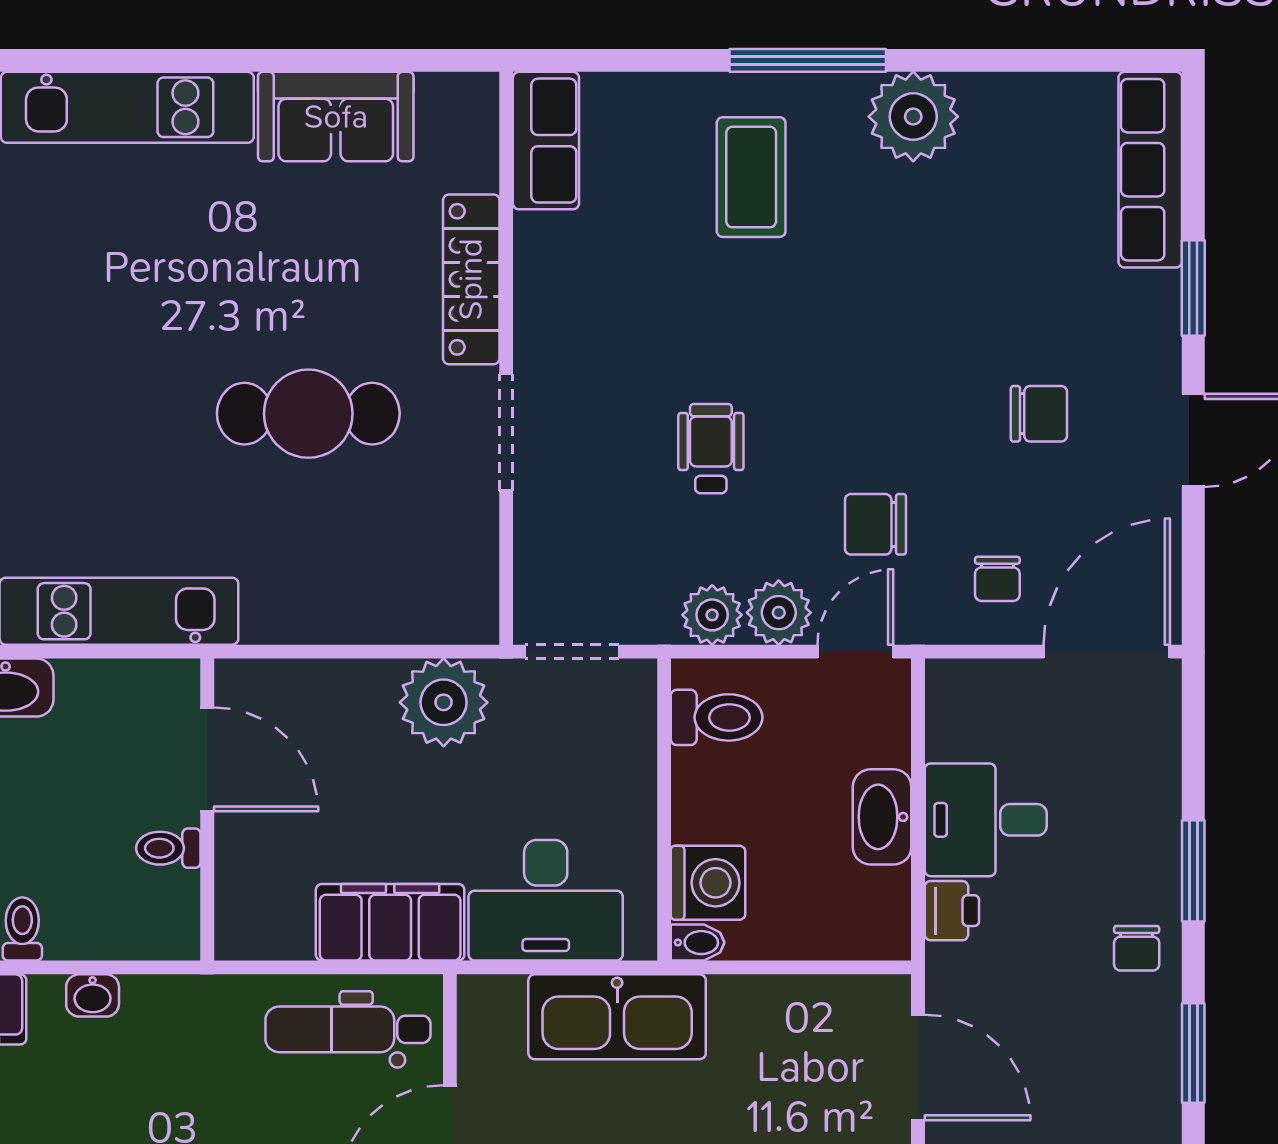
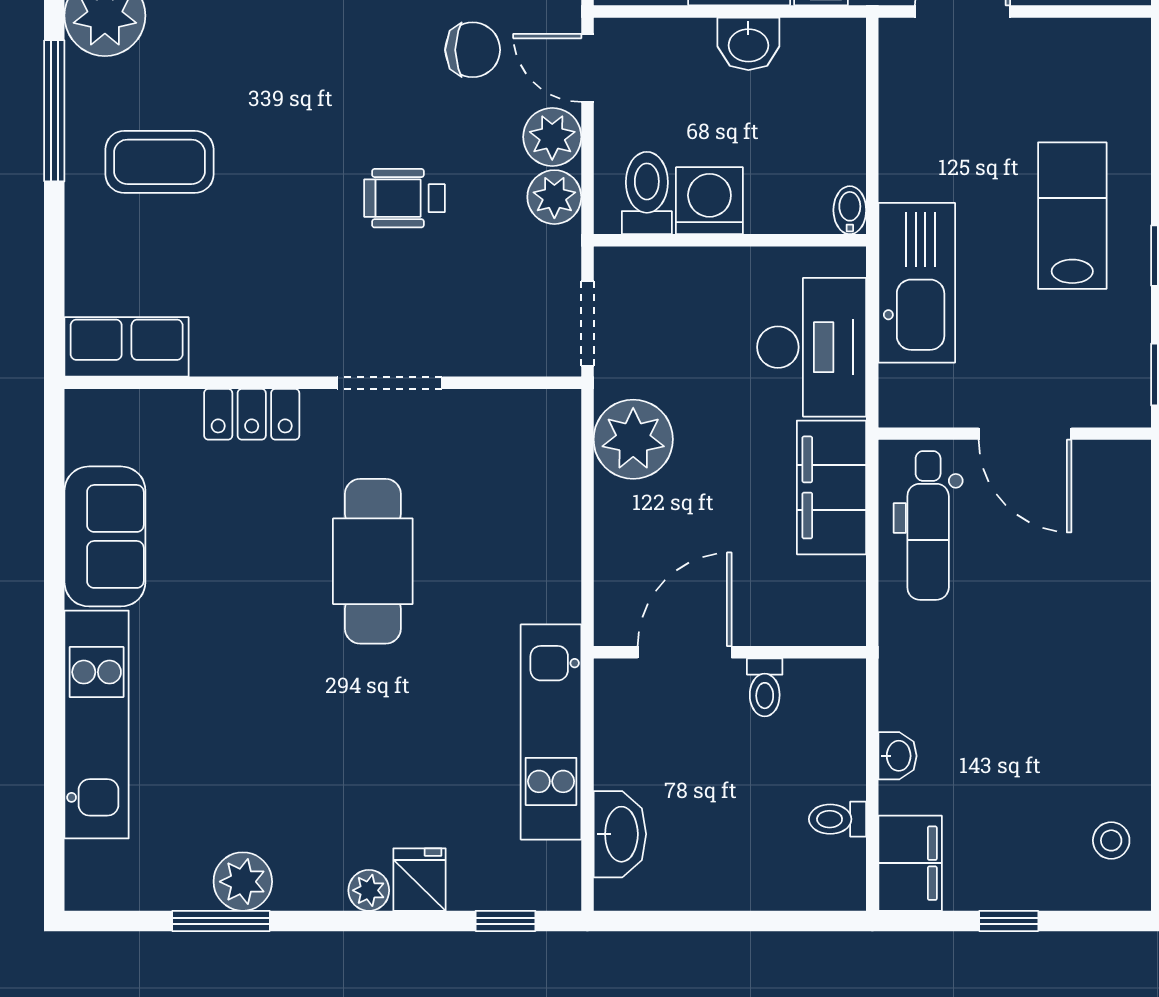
locker: (471, 279) -> (252, 414), width x0.66
chair: (875, 524) -> (473, 50), turned -90
washbasin: (882, 817) -> (748, 44), width x0.72
washing machine: (708, 883) -> (709, 201), moved

